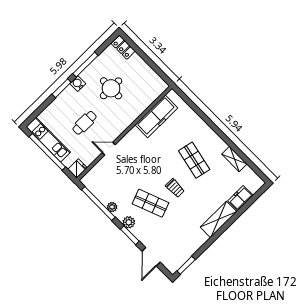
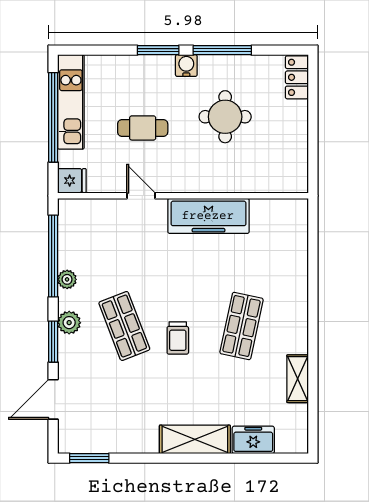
freezer: (156, 116) -> (208, 216), moved

